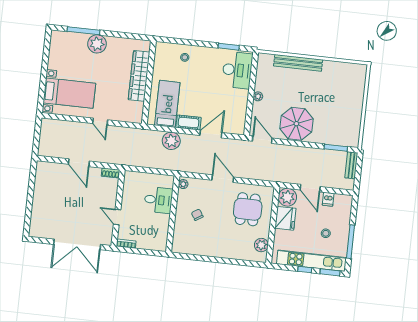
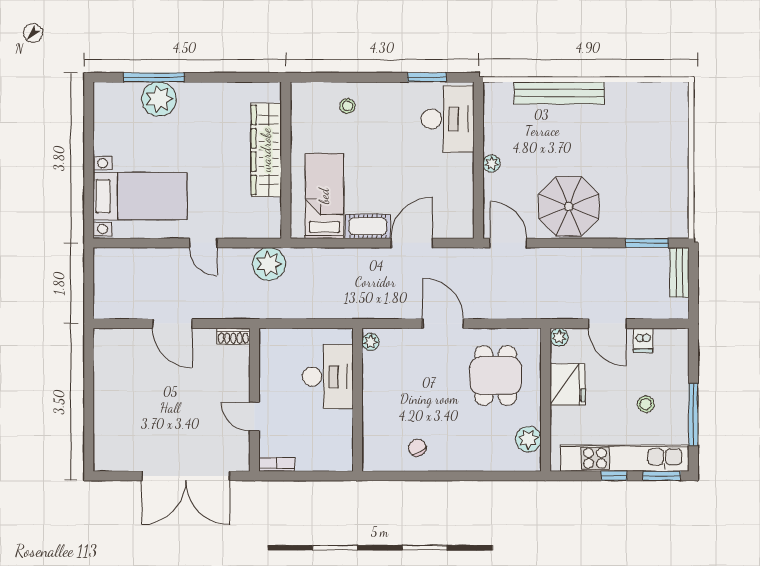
plant: (97, 44) -> (159, 99), moved
plant: (171, 141) -> (269, 264), moved
plant: (287, 197) -> (559, 337), width x0.53, depth x0.53
desk: (158, 200) -> (328, 377), width x1.37
chair: (197, 215) -> (417, 448), moved

